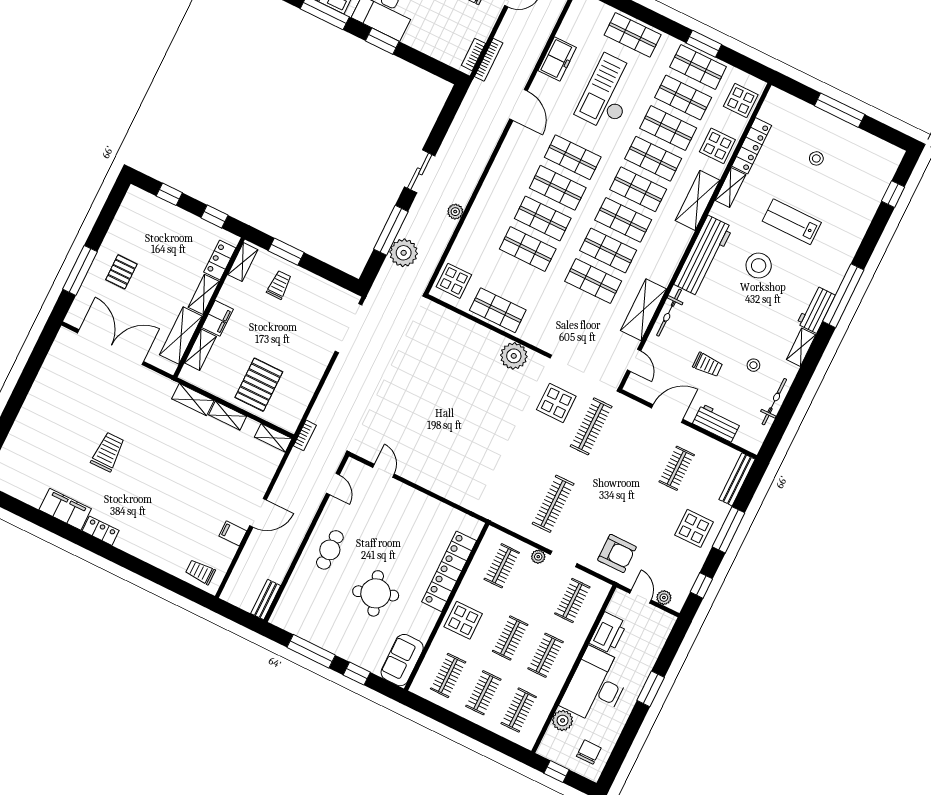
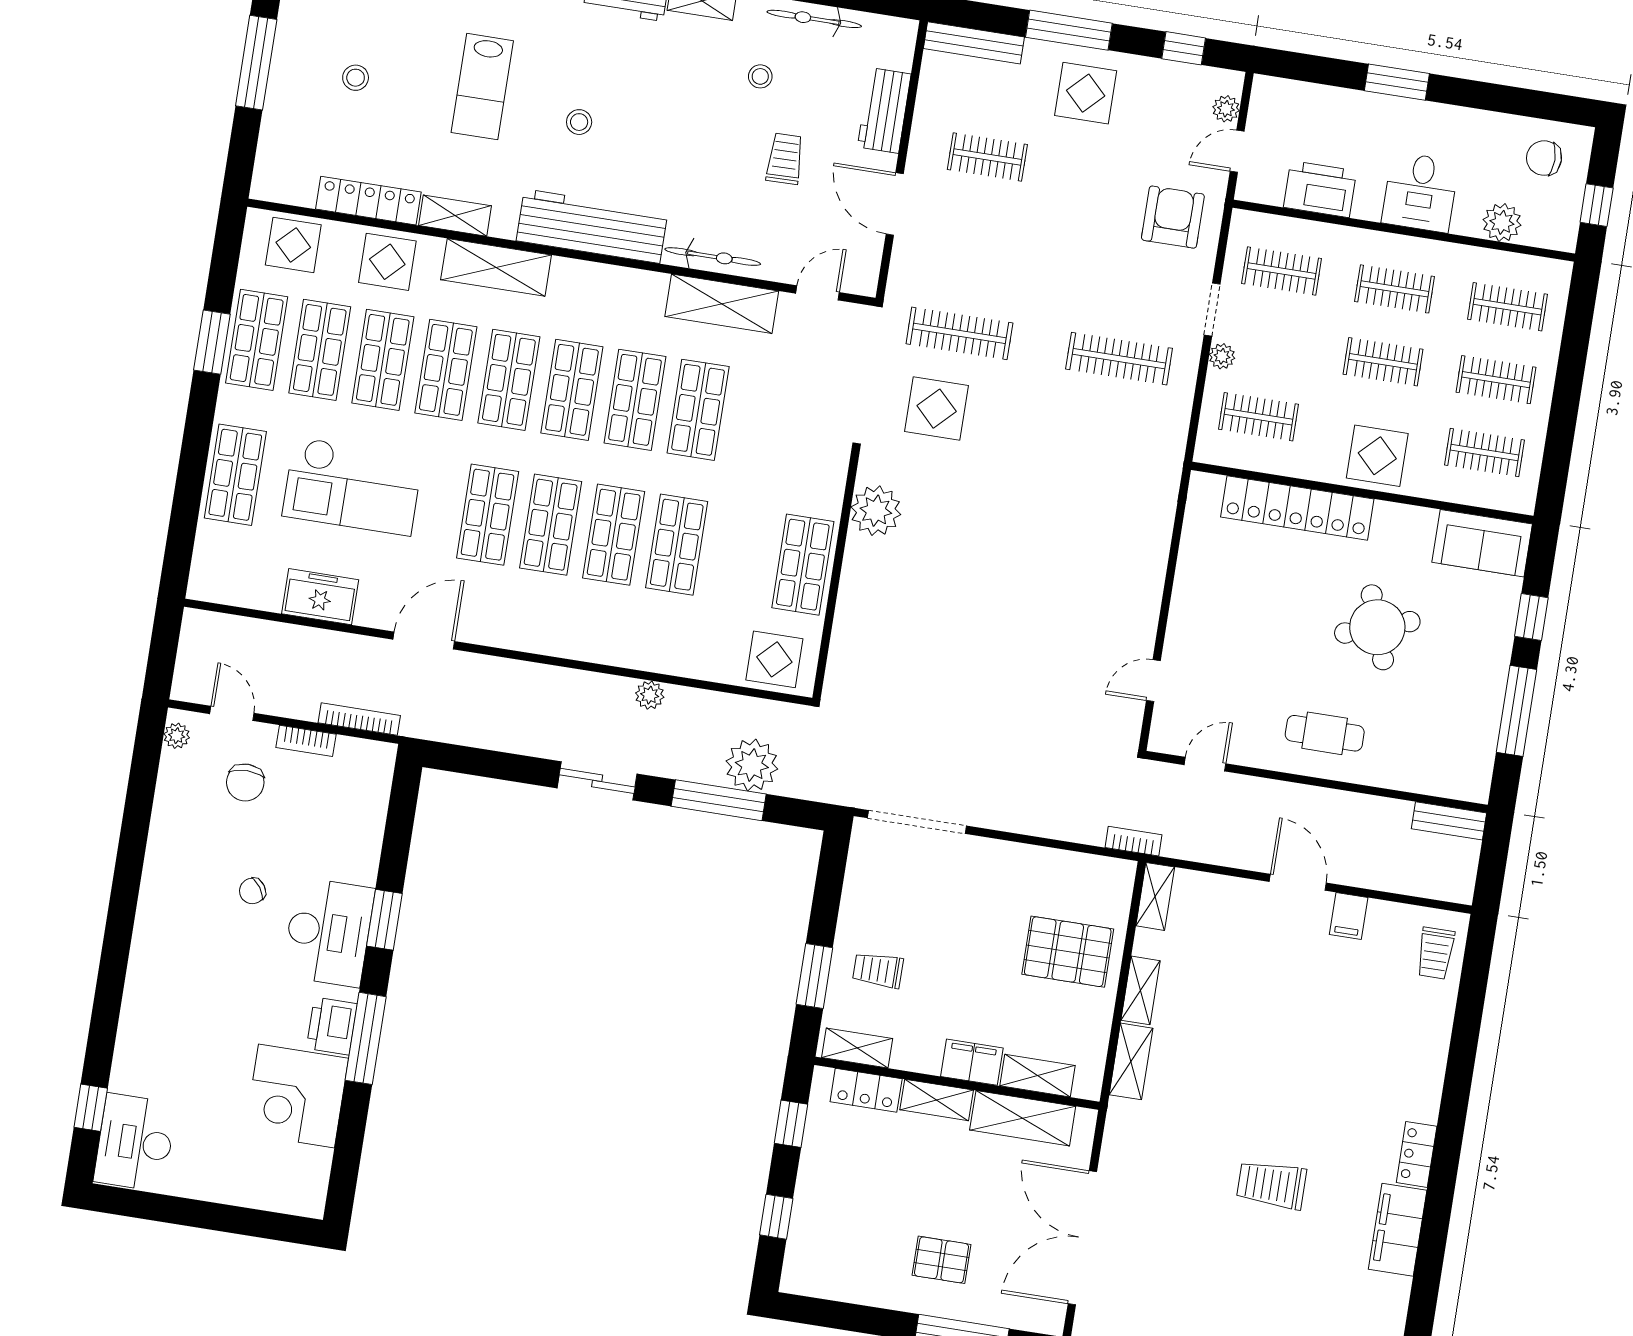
bookcase: (473, 54) -> (306, 741), moved
stool: (759, 266) -> (579, 122), width x0.53, depth x0.53
desk: (596, 686) -> (1420, 192), width x0.53, depth x0.77

